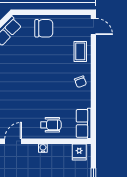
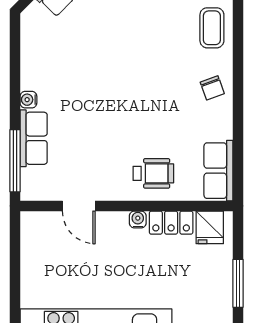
door: (13, 141) -> (79, 206), swing flipped
locker: (60, 150) -> (171, 223), added

